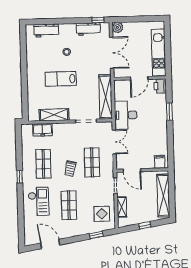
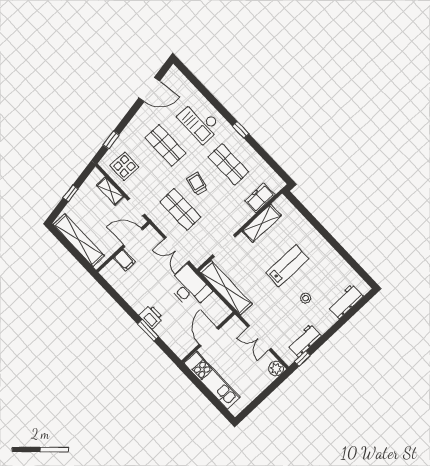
double door: (112, 53) -> (259, 338), width x0.73
printer: (160, 86) -> (151, 317), moved
filing cabinet: (160, 162) -> (124, 260), moved

